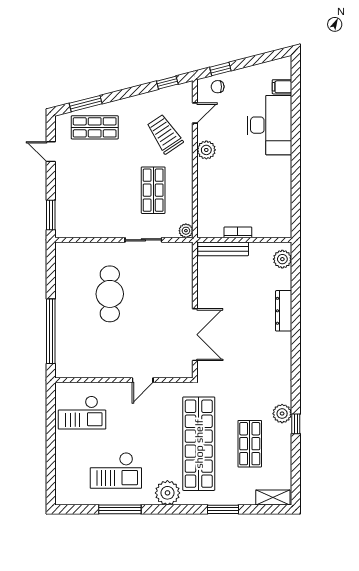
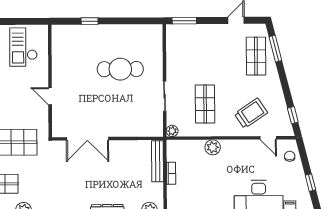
window: (220, 69) -> (310, 183), moved
plant: (206, 150) -> (213, 147), moved
shop shelf: (153, 190) -> (205, 104), turned 90
window: (51, 331) -> (90, 21), width x0.32

